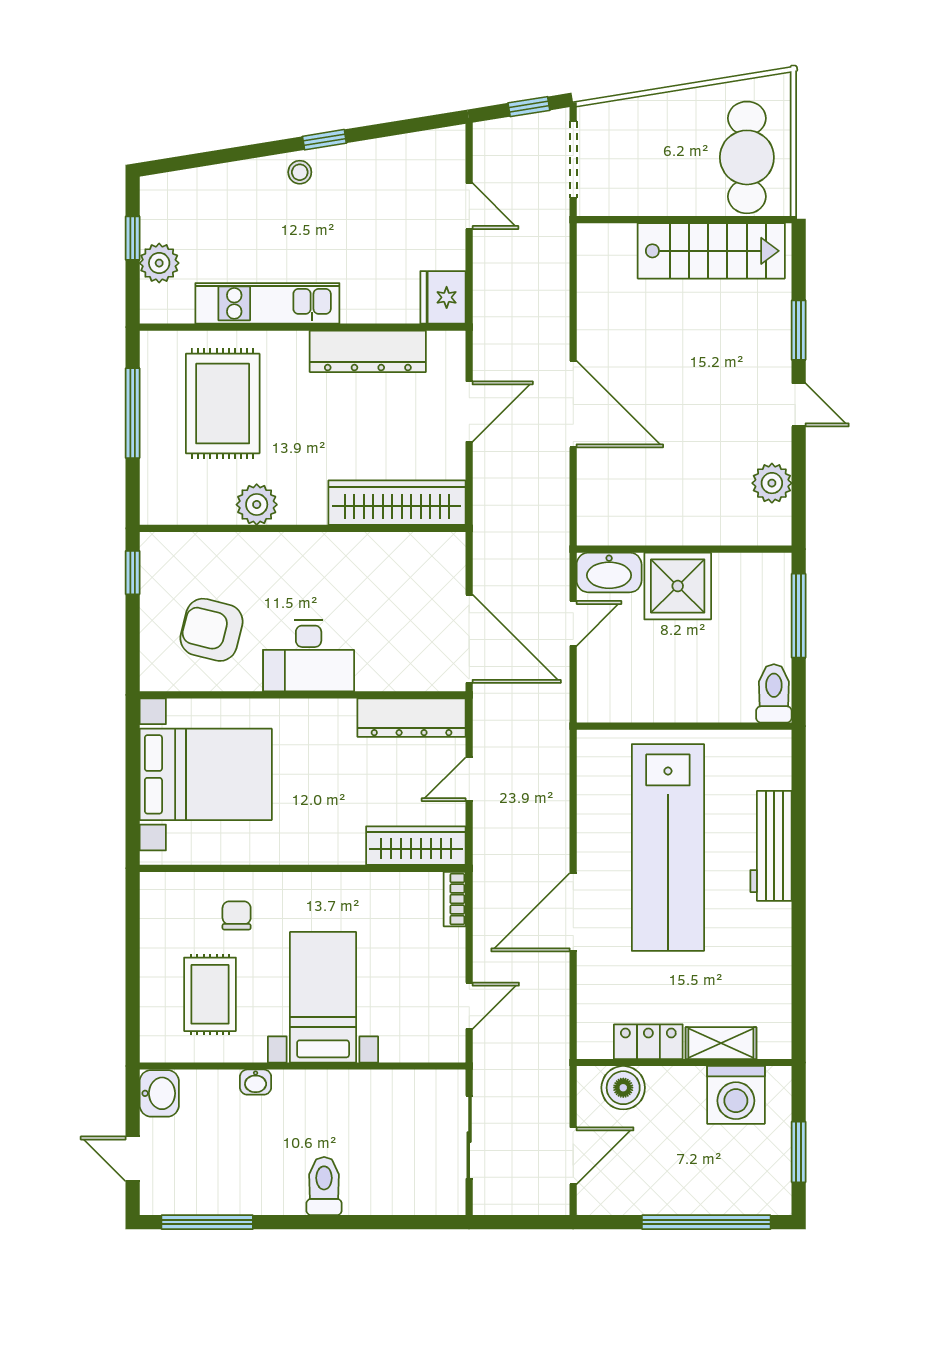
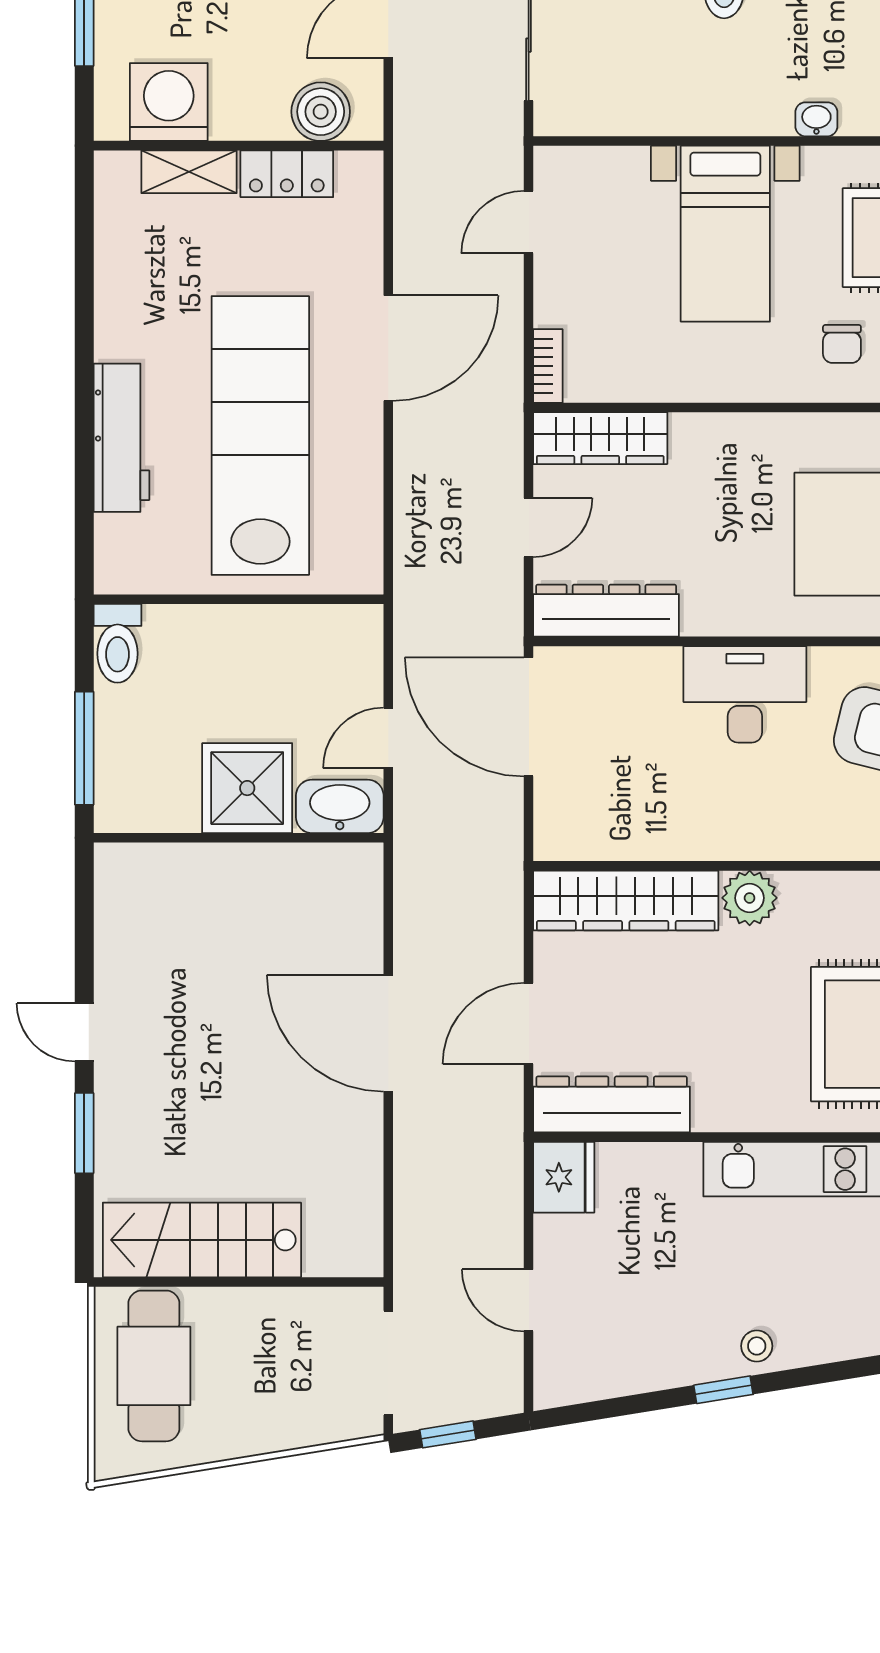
dresser: (368, 351) -> (612, 1104), moved
plant: (772, 483) -> (120, 927), removed
plant: (257, 505) -> (750, 898), moved

